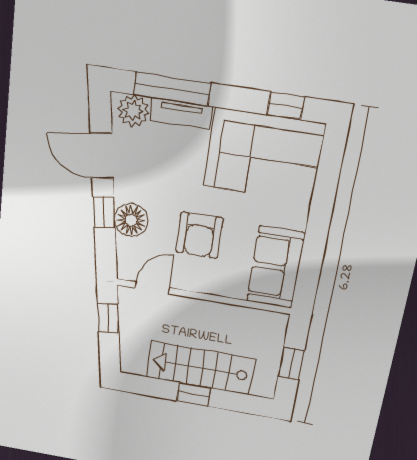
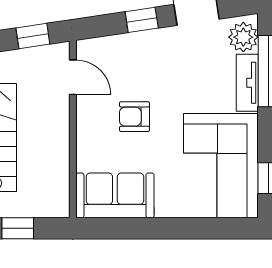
floor lamp: (131, 220) -> (138, 48), removed
armchair: (199, 235) -> (134, 117), width x0.72, depth x0.72

